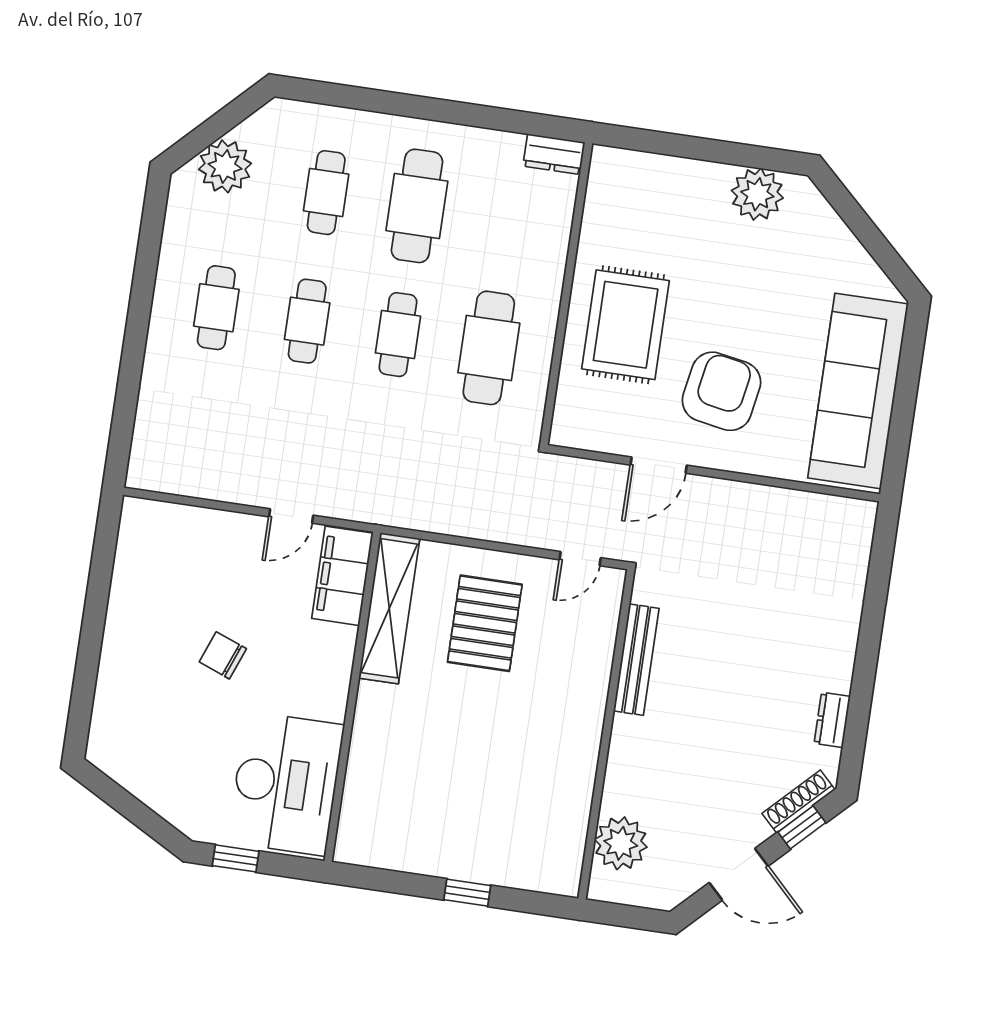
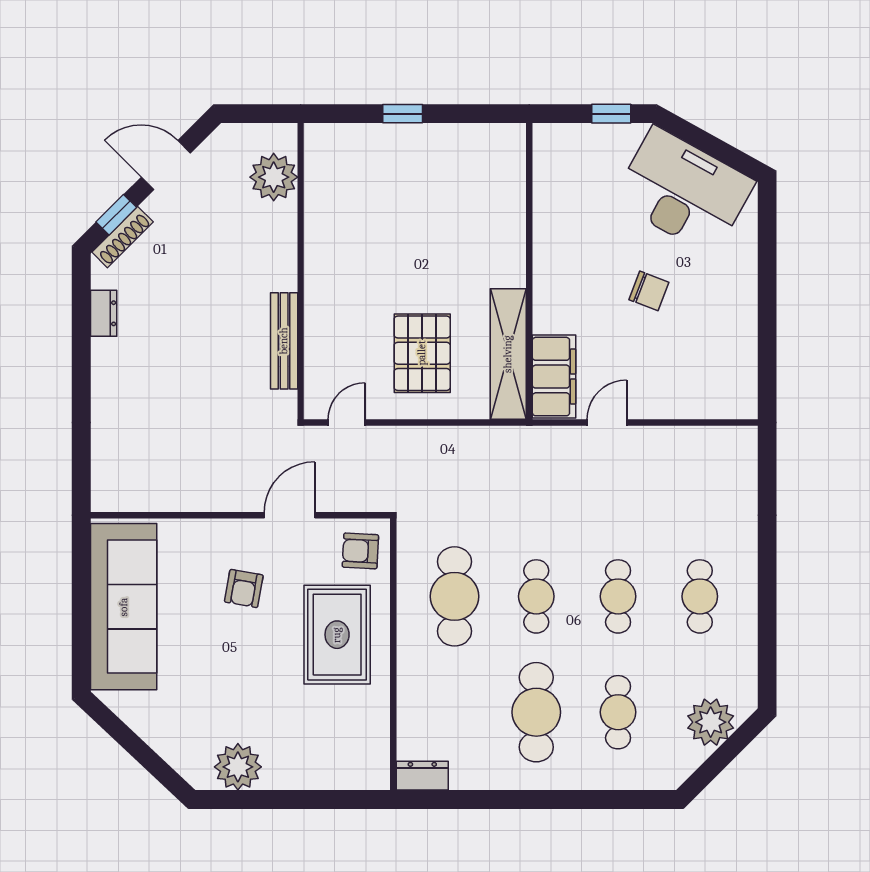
armchair: (721, 391) -> (244, 588), width x0.53, depth x0.53
armchair: (586, 414) -> (360, 551), added
desk: (286, 783) -> (683, 191), moved, turned 119

